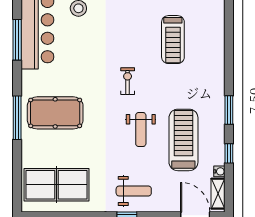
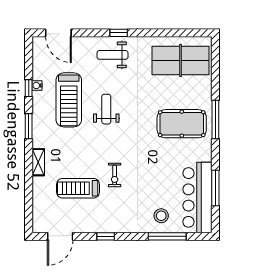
treadmill: (173, 40) -> (78, 188), turned -90
exercise bike: (128, 81) -> (115, 175), moved
water cooler: (219, 171) -> (37, 85), moved
shelving: (218, 194) -> (38, 162), moved

